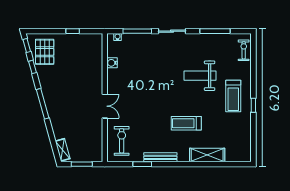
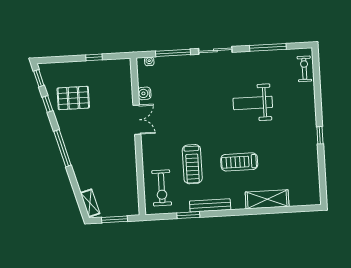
pallet: (45, 52) -> (73, 98), moved, turned 90
treadmill: (233, 96) -> (192, 164), moved
double door: (105, 106) -> (137, 120), moved
exercise bike: (122, 141) -> (162, 188), turned 180

